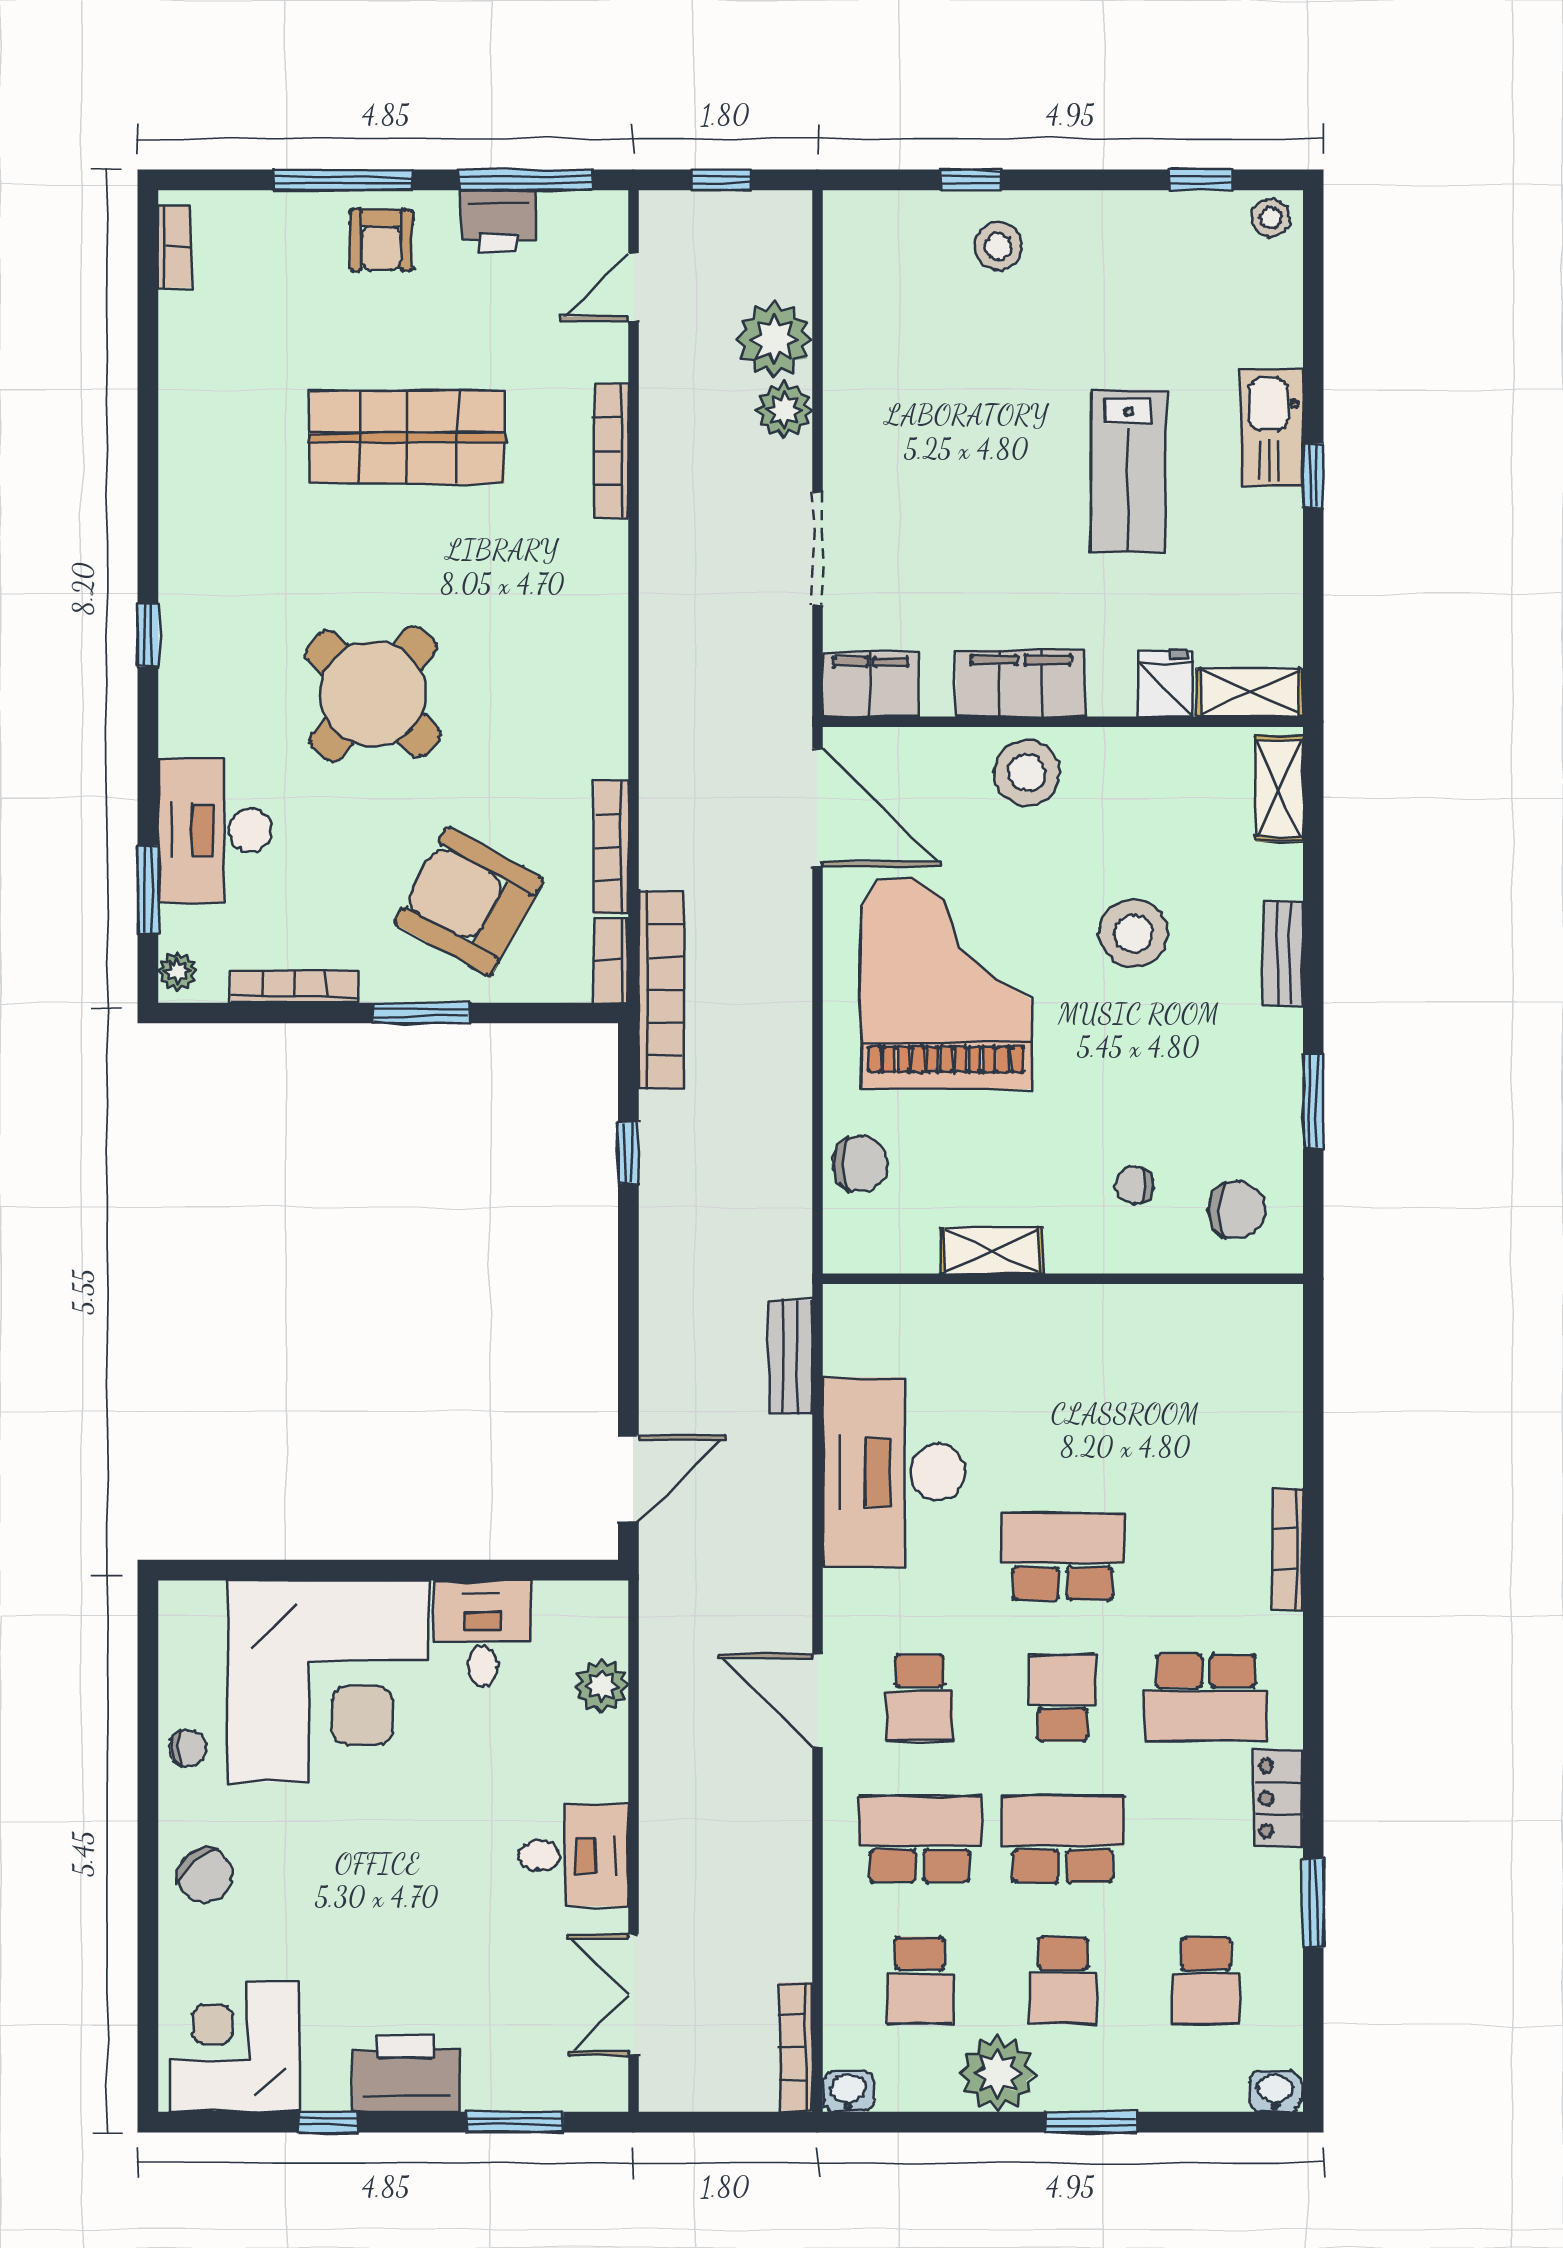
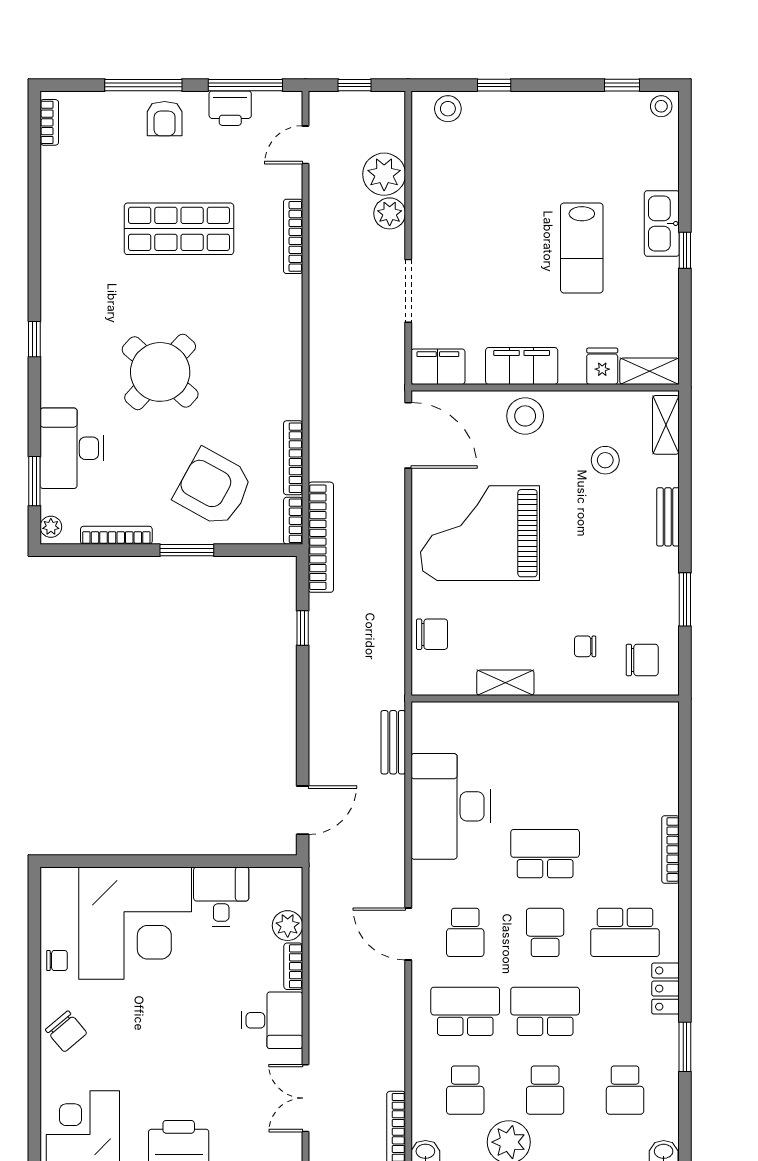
stool: (998, 246) -> (448, 109), moved
stool: (1133, 933) -> (605, 460), moved, width x0.73, depth x0.73
grand piano: (946, 983) -> (480, 533), turned -90
bookcase: (612, 1759) -> (293, 966), added

